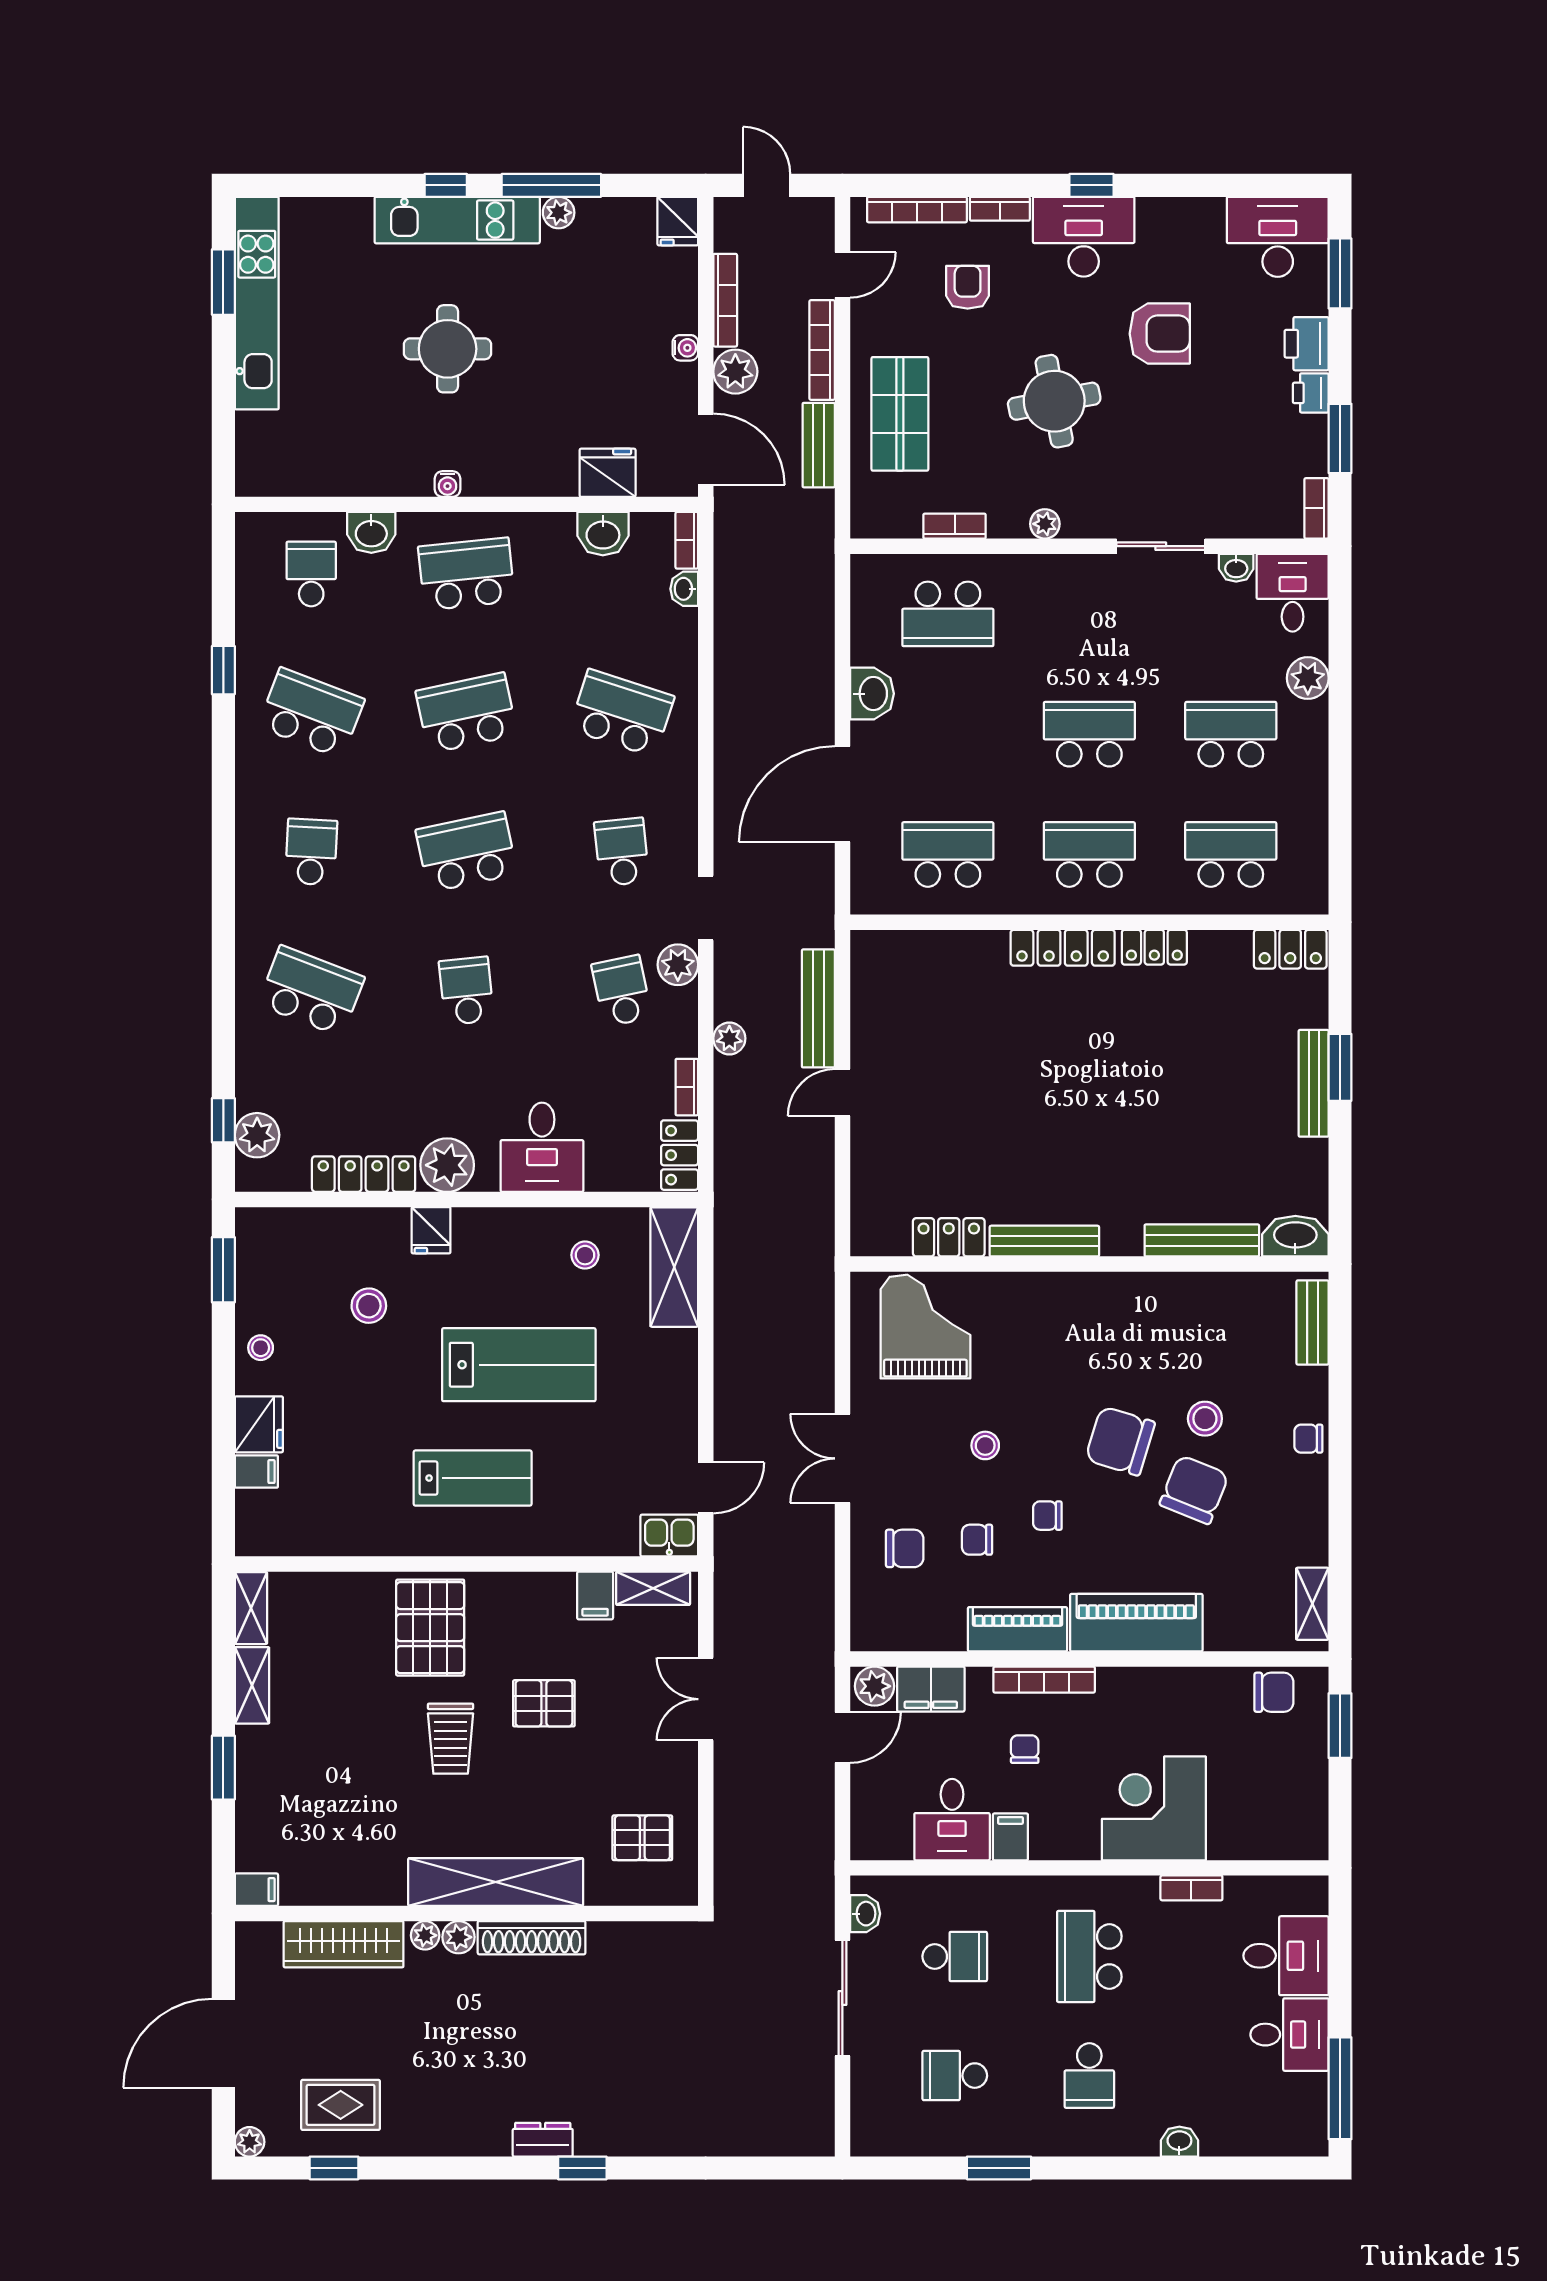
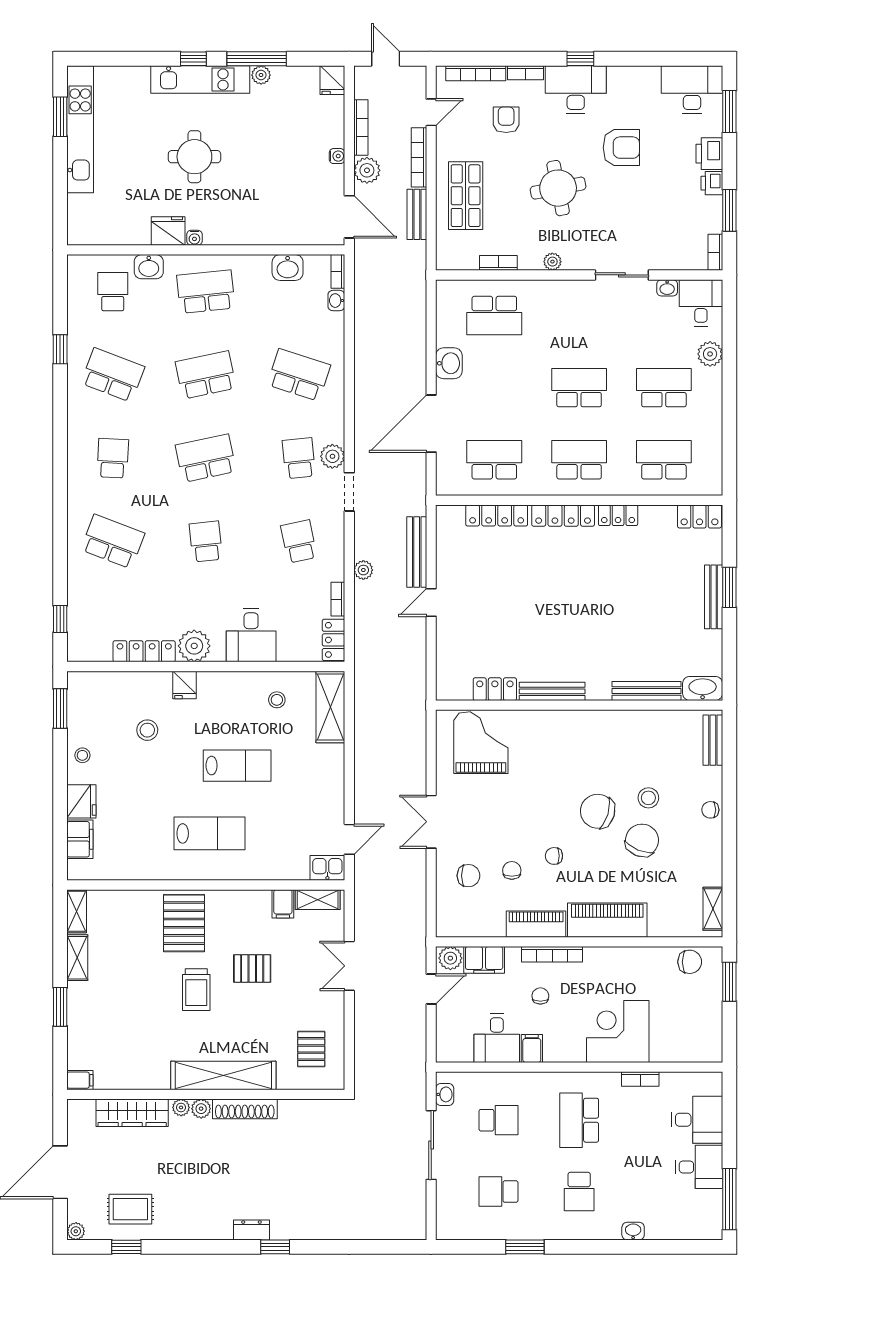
fridge: (608, 473) -> (168, 231), moved
locker: (952, 948) -> (497, 515), added
plant: (678, 965) -> (332, 456), moved
plant: (257, 1135) -> (80, 628), removed
lab bench: (519, 1365) -> (237, 766), width x0.73, depth x0.72
stool: (985, 1445) -> (517, 814), removed
filing cabinet: (256, 1472) -> (80, 839), width x2.00
chair: (977, 1540) -> (512, 870), turned 90
pallet: (642, 1838) -> (311, 1049), turned 90

